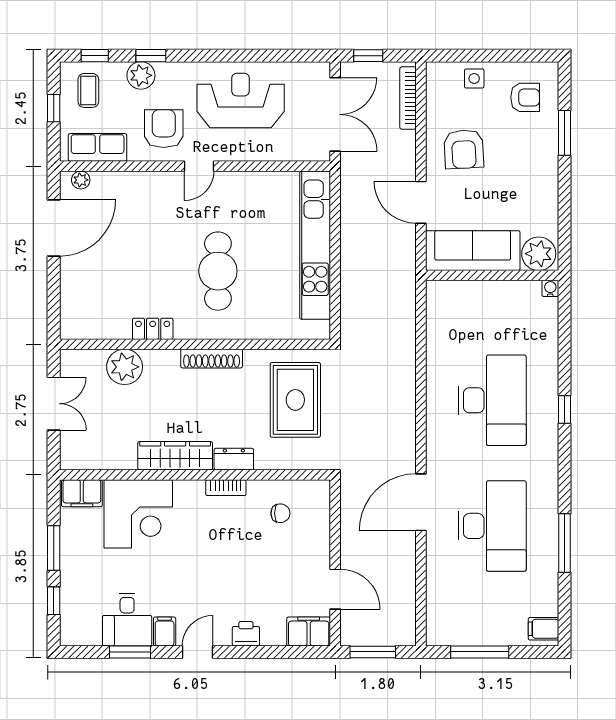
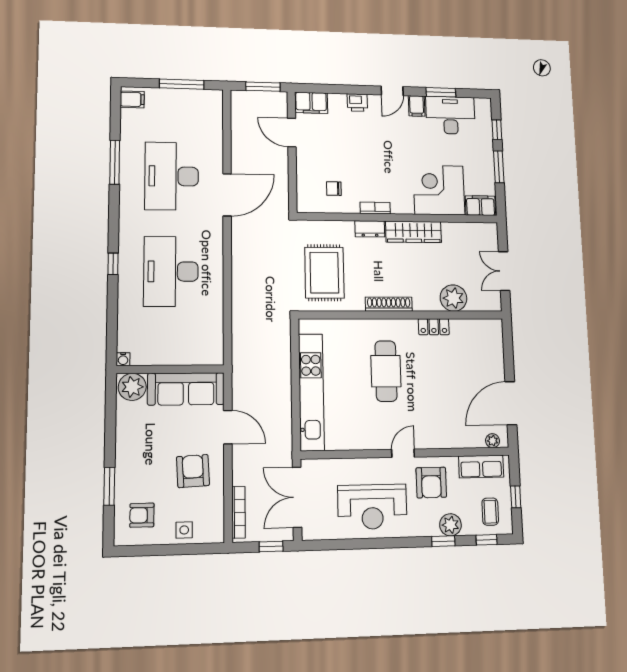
desk: (127, 620) -> (450, 115), width x1.37

